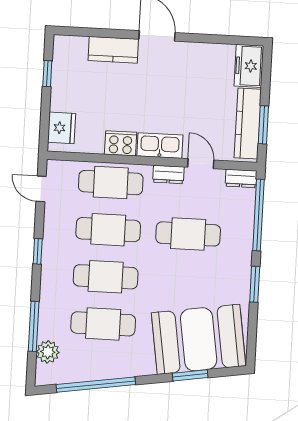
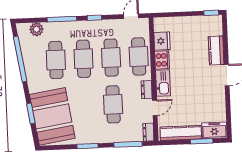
window: (47, 74) -> (211, 13), moved
window: (263, 125) -> (202, 141), moved
fridge: (62, 128) -> (162, 41), moved, turned -90
window: (258, 215) -> (128, 144), width x0.68
window: (34, 326) -> (62, 19), moved

